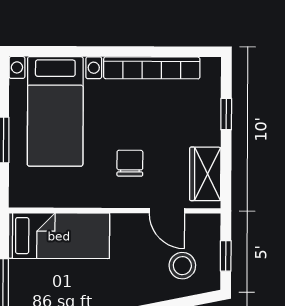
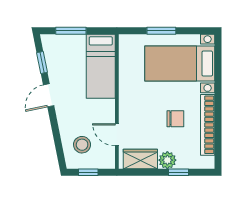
plant: (207, 131) -> (167, 160), added
chair: (130, 163) -> (175, 119), moved
door: (167, 211) -> (117, 135), hinge flipped

